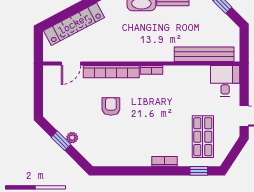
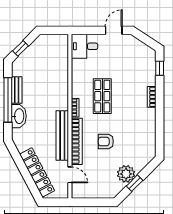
bench: (204, 54) -> (62, 136), moved
shop shelf: (203, 137) -> (102, 96), moved, turned 90
plant: (72, 138) -> (126, 174), width x1.87, depth x1.87

